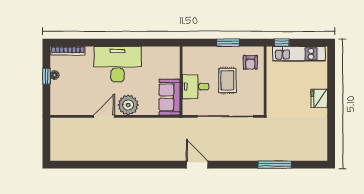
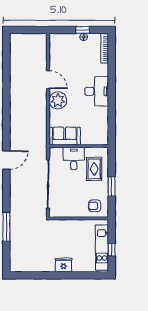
window: (282, 43) -> (112, 250), moved
desk: (118, 64) -> (97, 91), width x0.73, depth x0.77
rug: (227, 80) -> (94, 169), moved, turned 90

